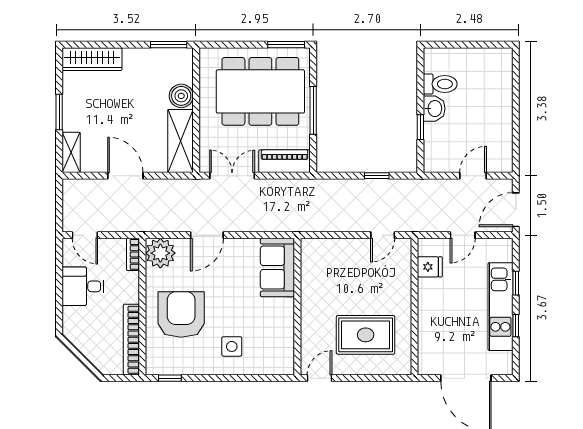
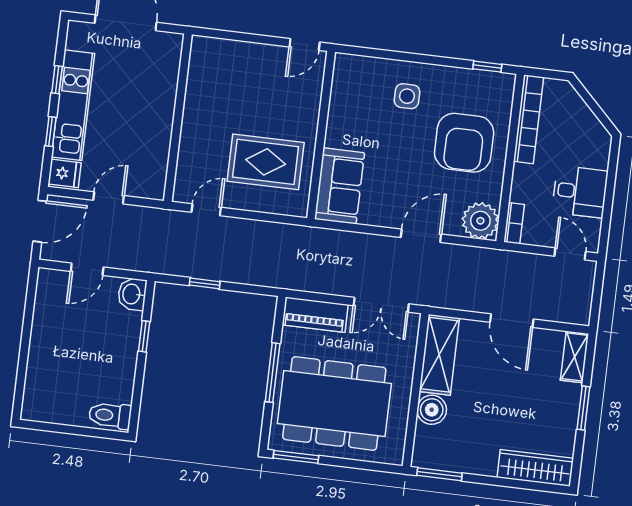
toilet: (440, 84) -> (110, 415), moved
washbasin: (434, 109) -> (132, 294), moved
fridge: (430, 267) -> (65, 173), moved, turned 180
rug: (366, 335) -> (266, 162), moved

